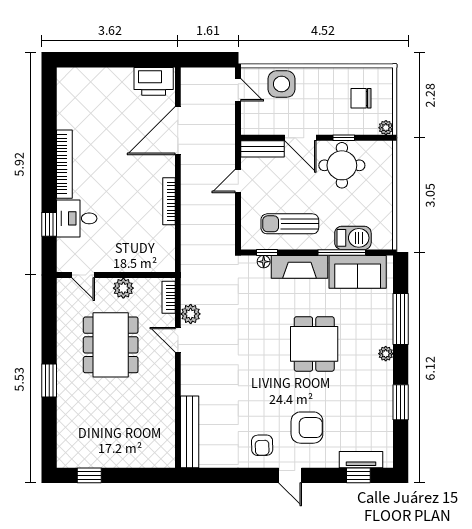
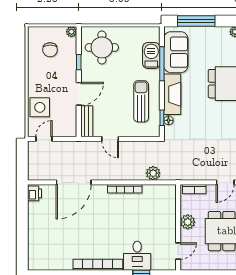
printer: (154, 81) -> (35, 193), width x0.53, depth x0.68
door: (178, 131) -> (74, 182), hinge flipped
round table: (342, 165) -> (102, 47), moved
sun lounger: (290, 224) -> (141, 101), turned 180
plant: (191, 314) -> (153, 173), moved
window: (401, 319) -> (196, 21), moved

